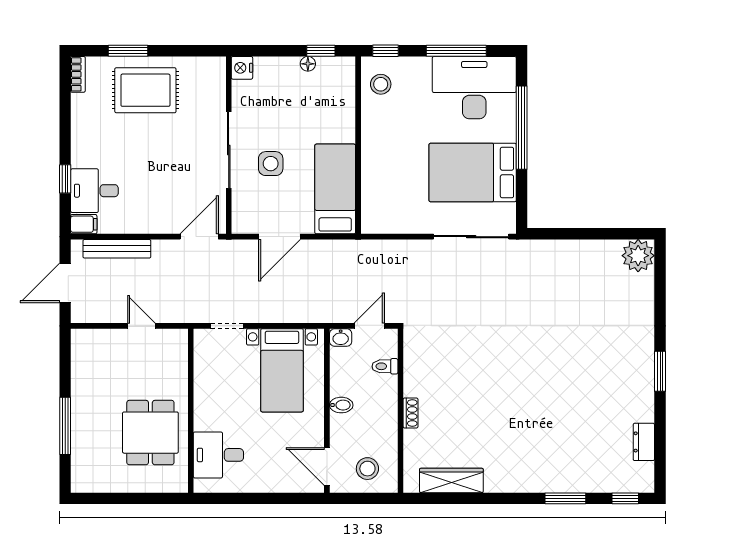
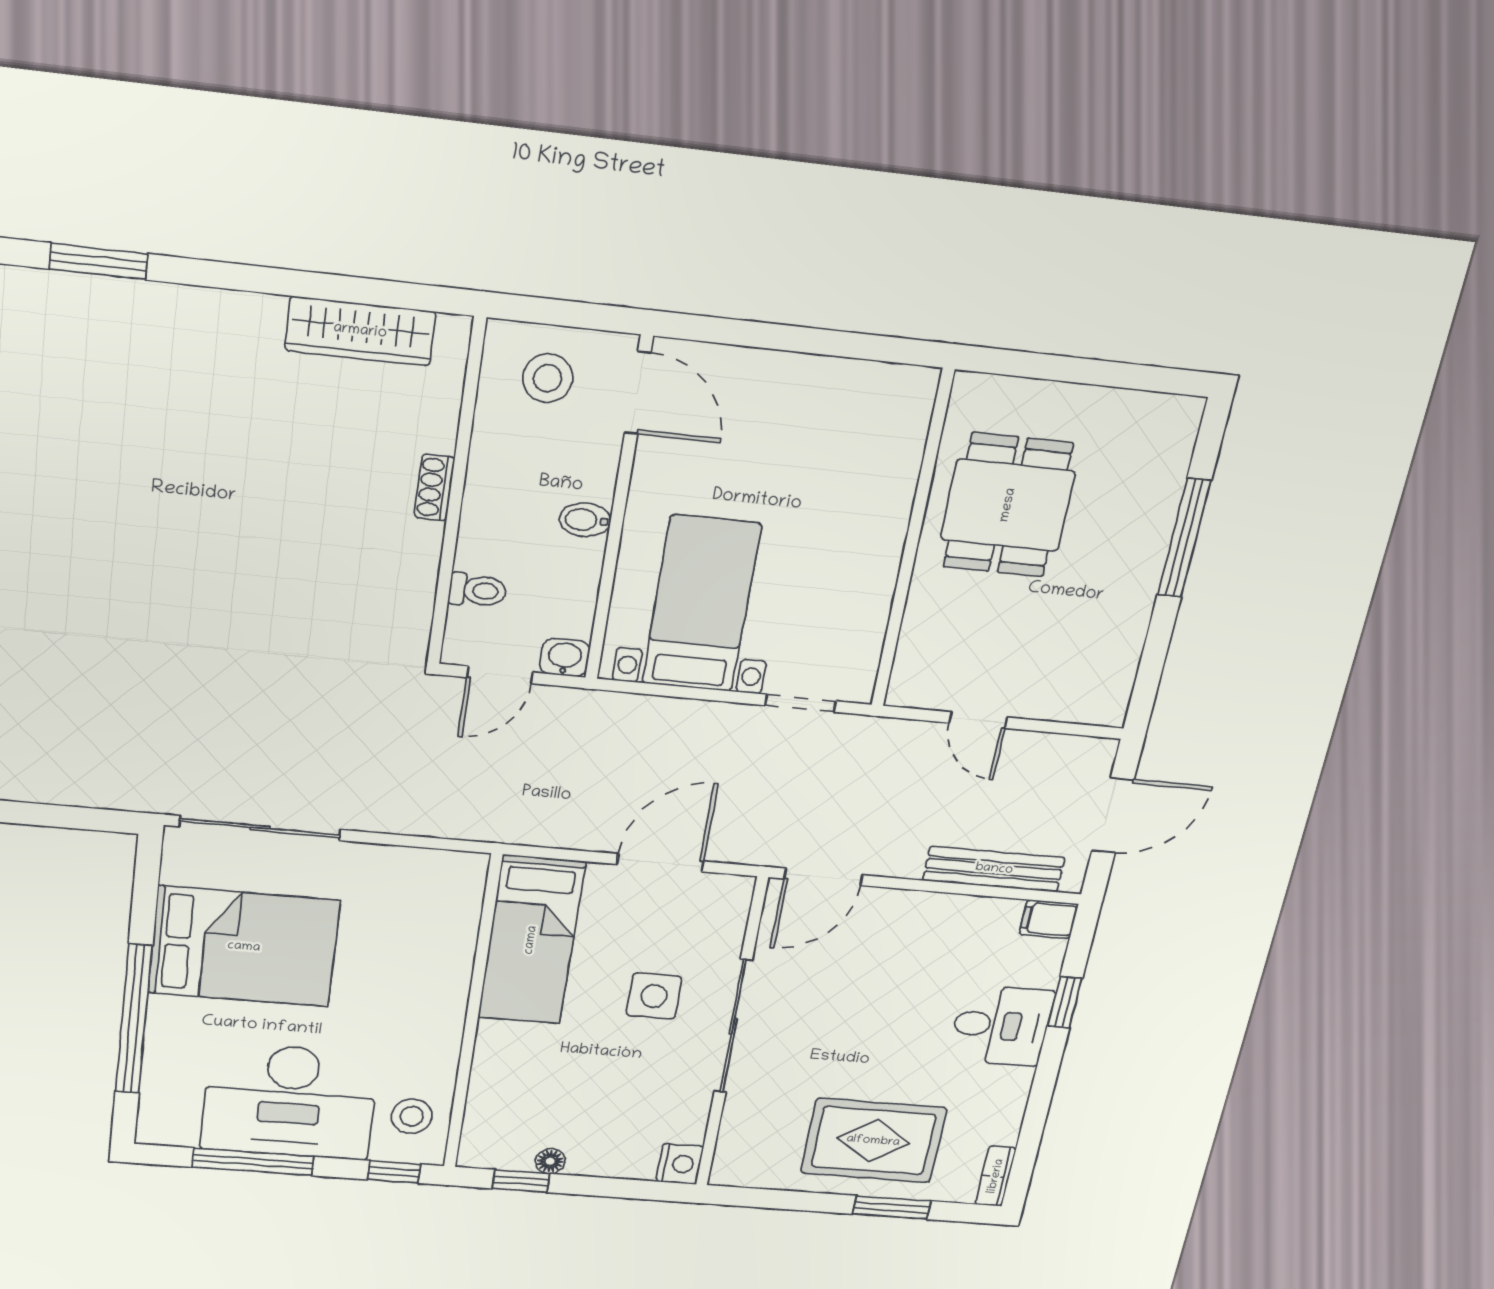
desk: (474, 88) -> (290, 1101), moved
desk: (94, 191) -> (1001, 1026), moved
desk: (218, 455) -> (872, 443), removed

